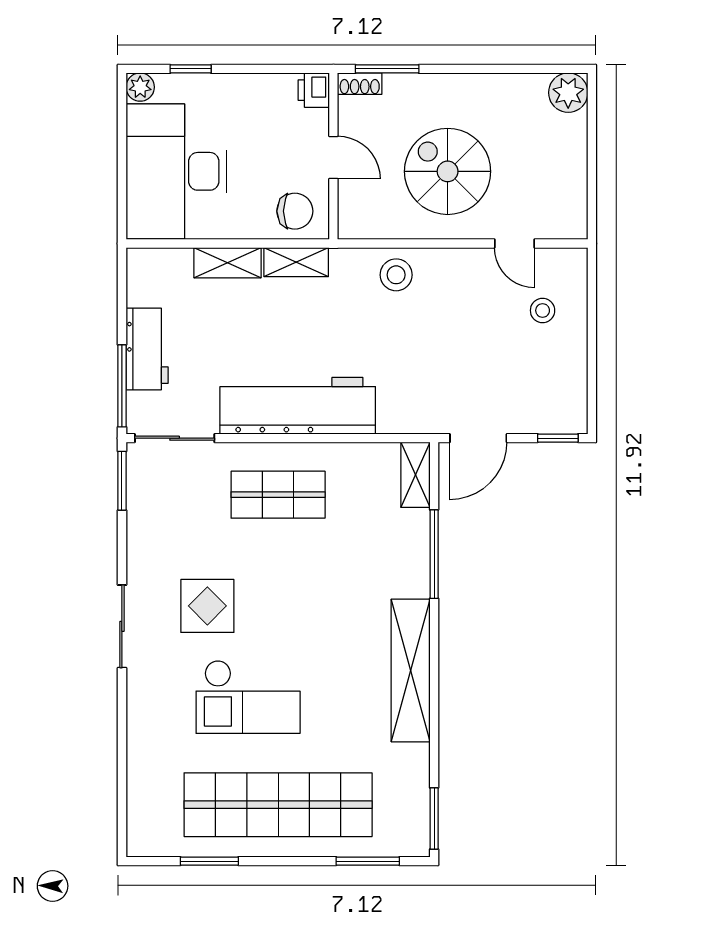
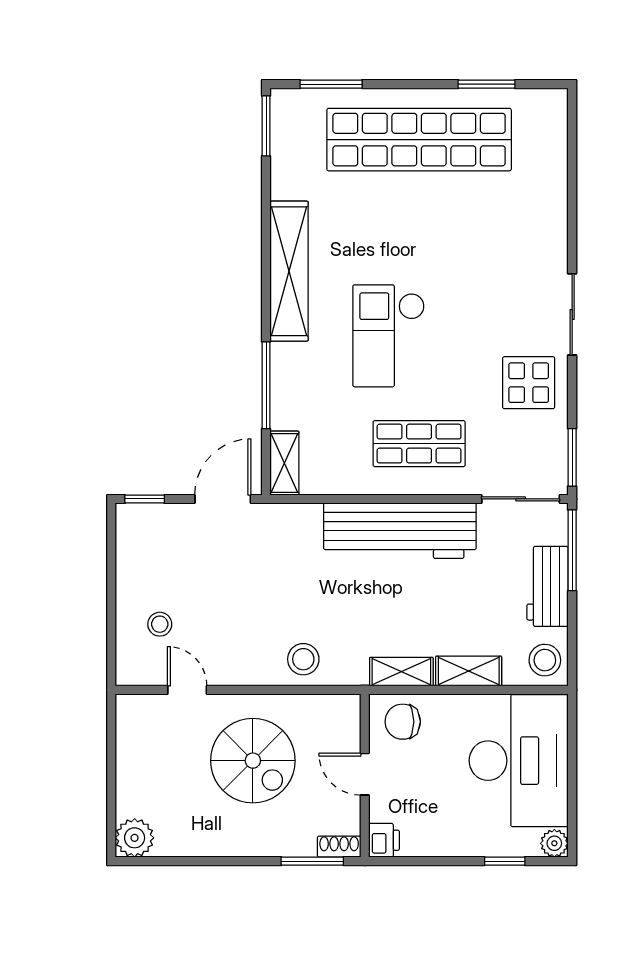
stool: (150, 274) -> (545, 660), added
display table: (207, 606) -> (529, 383), moved
checkout: (248, 697) -> (389, 336), moved, turned -90

